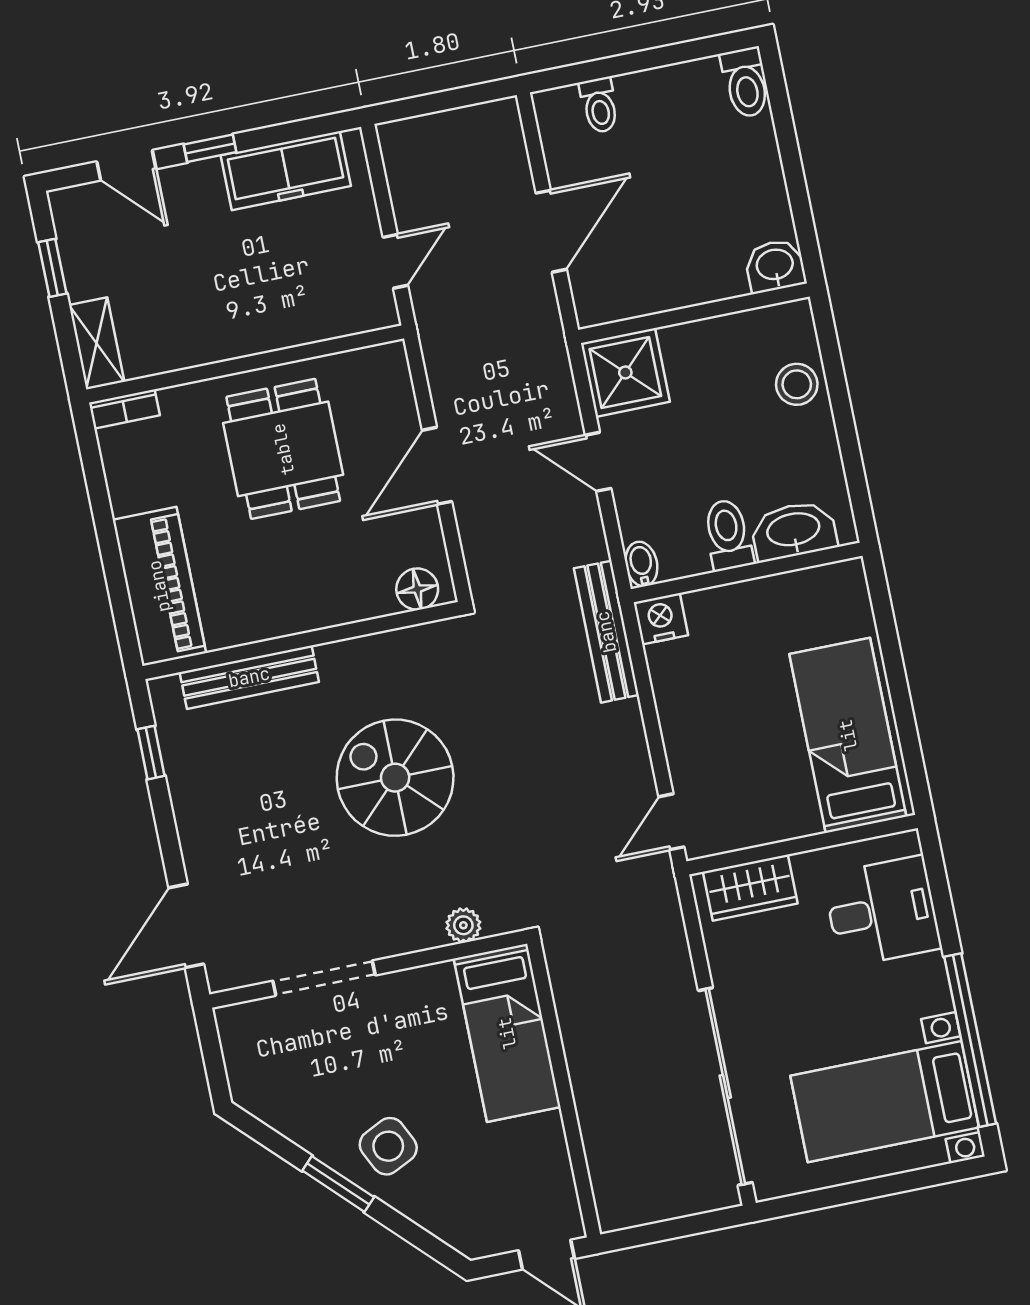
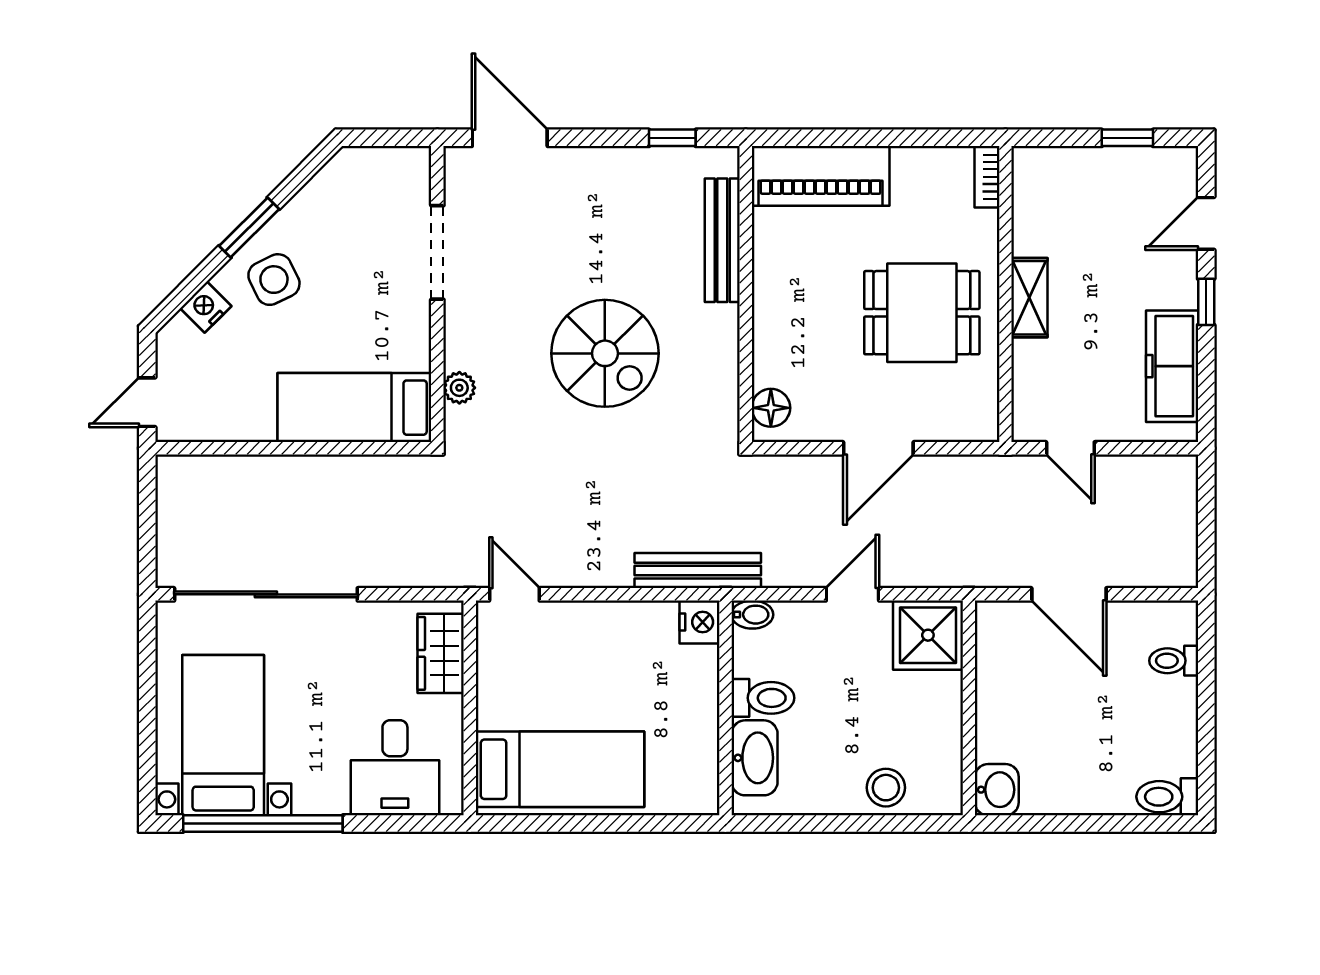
shelving: (97, 343) -> (1029, 298), moved, turned 90
door: (437, 466) -> (878, 448), swing flipped
spiral stairs: (395, 778) -> (605, 353), turned 90
nightstand: (432, 1213) -> (206, 307), added

